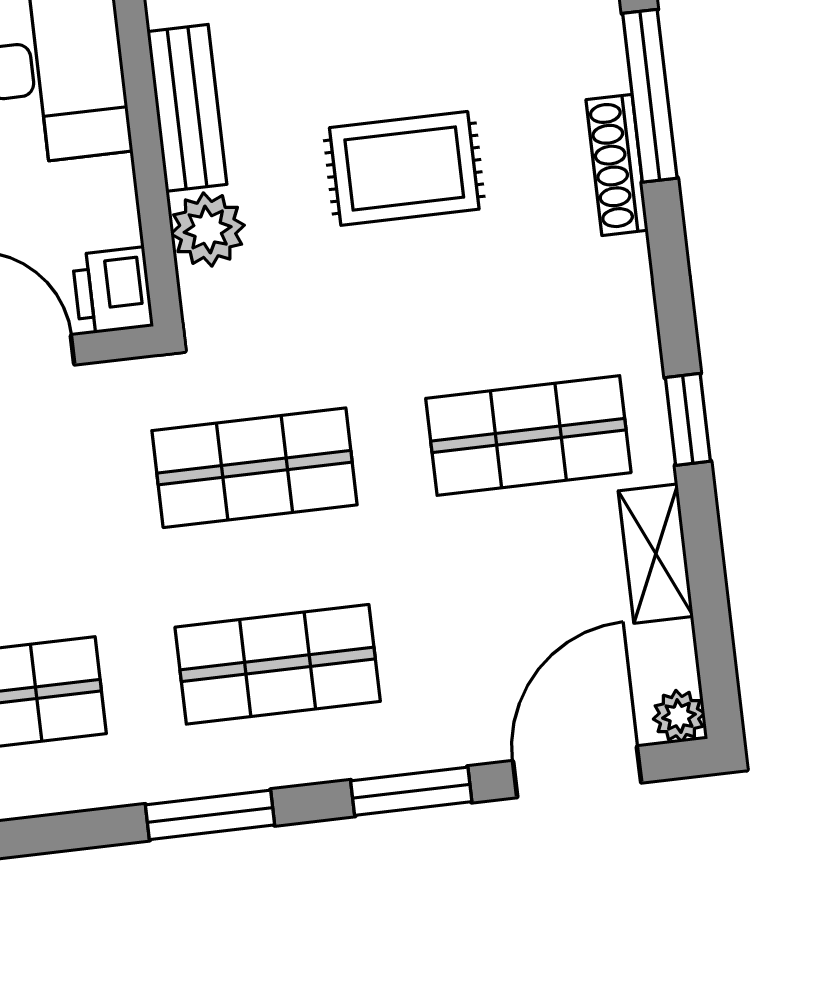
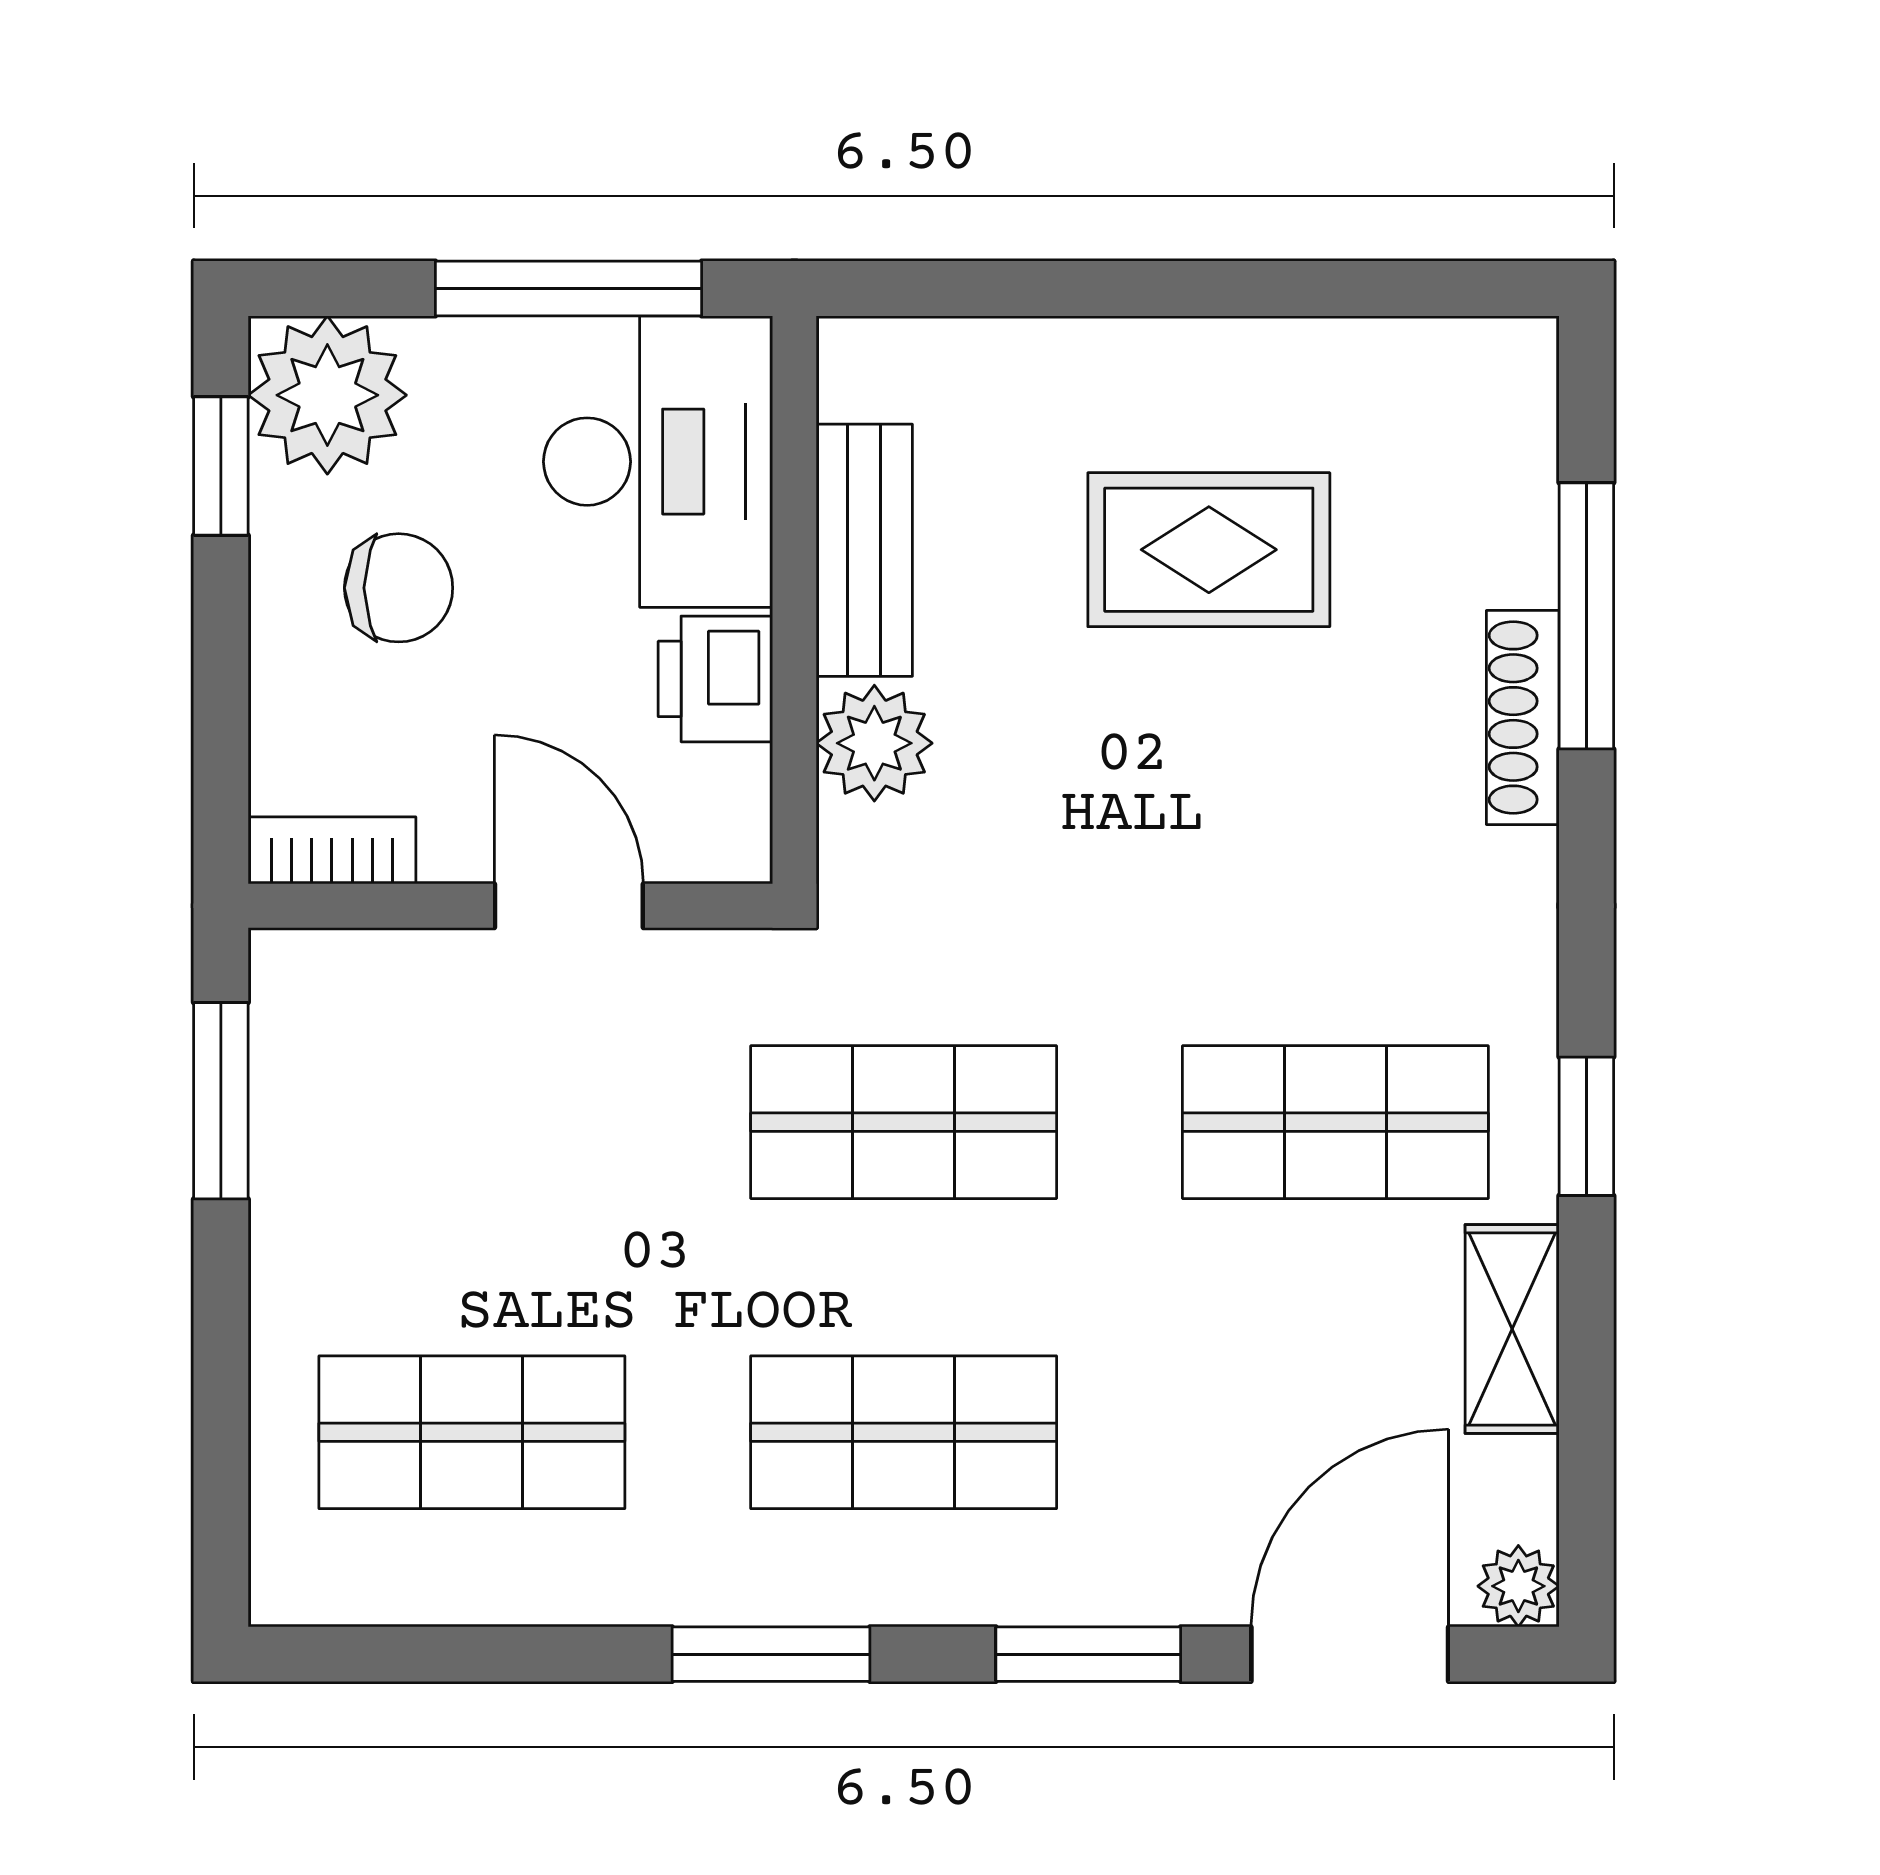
rug: (404, 168) -> (1209, 550), moved
printer: (113, 291) -> (715, 679), moved

